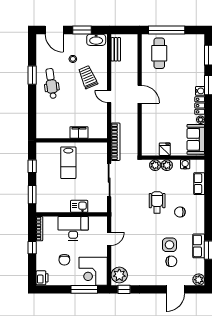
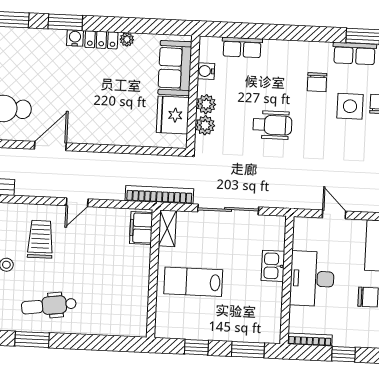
trolley: (88, 77) -> (40, 239), turned 113
door: (140, 94) -> (50, 146), moved
filing cabinet: (79, 132) -> (141, 228), moved
sofa: (196, 139) -> (175, 68), moved, turned 90
shelving: (97, 147) -> (167, 228), added
fridge: (165, 149) -> (173, 115), width x1.88, depth x1.34
lab bench: (68, 163) -> (193, 282), turned 180
wheelchair: (157, 202) -> (272, 125), turned 180
chair: (180, 212) -> (317, 82), moved

